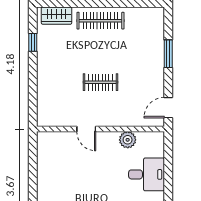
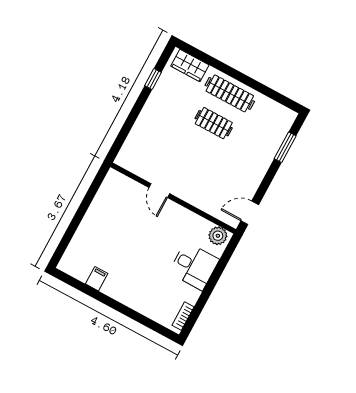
window: (168, 54) -> (285, 147), moved
clothes rail: (100, 82) -> (214, 123), moved
plant: (128, 140) -> (218, 236), moved

